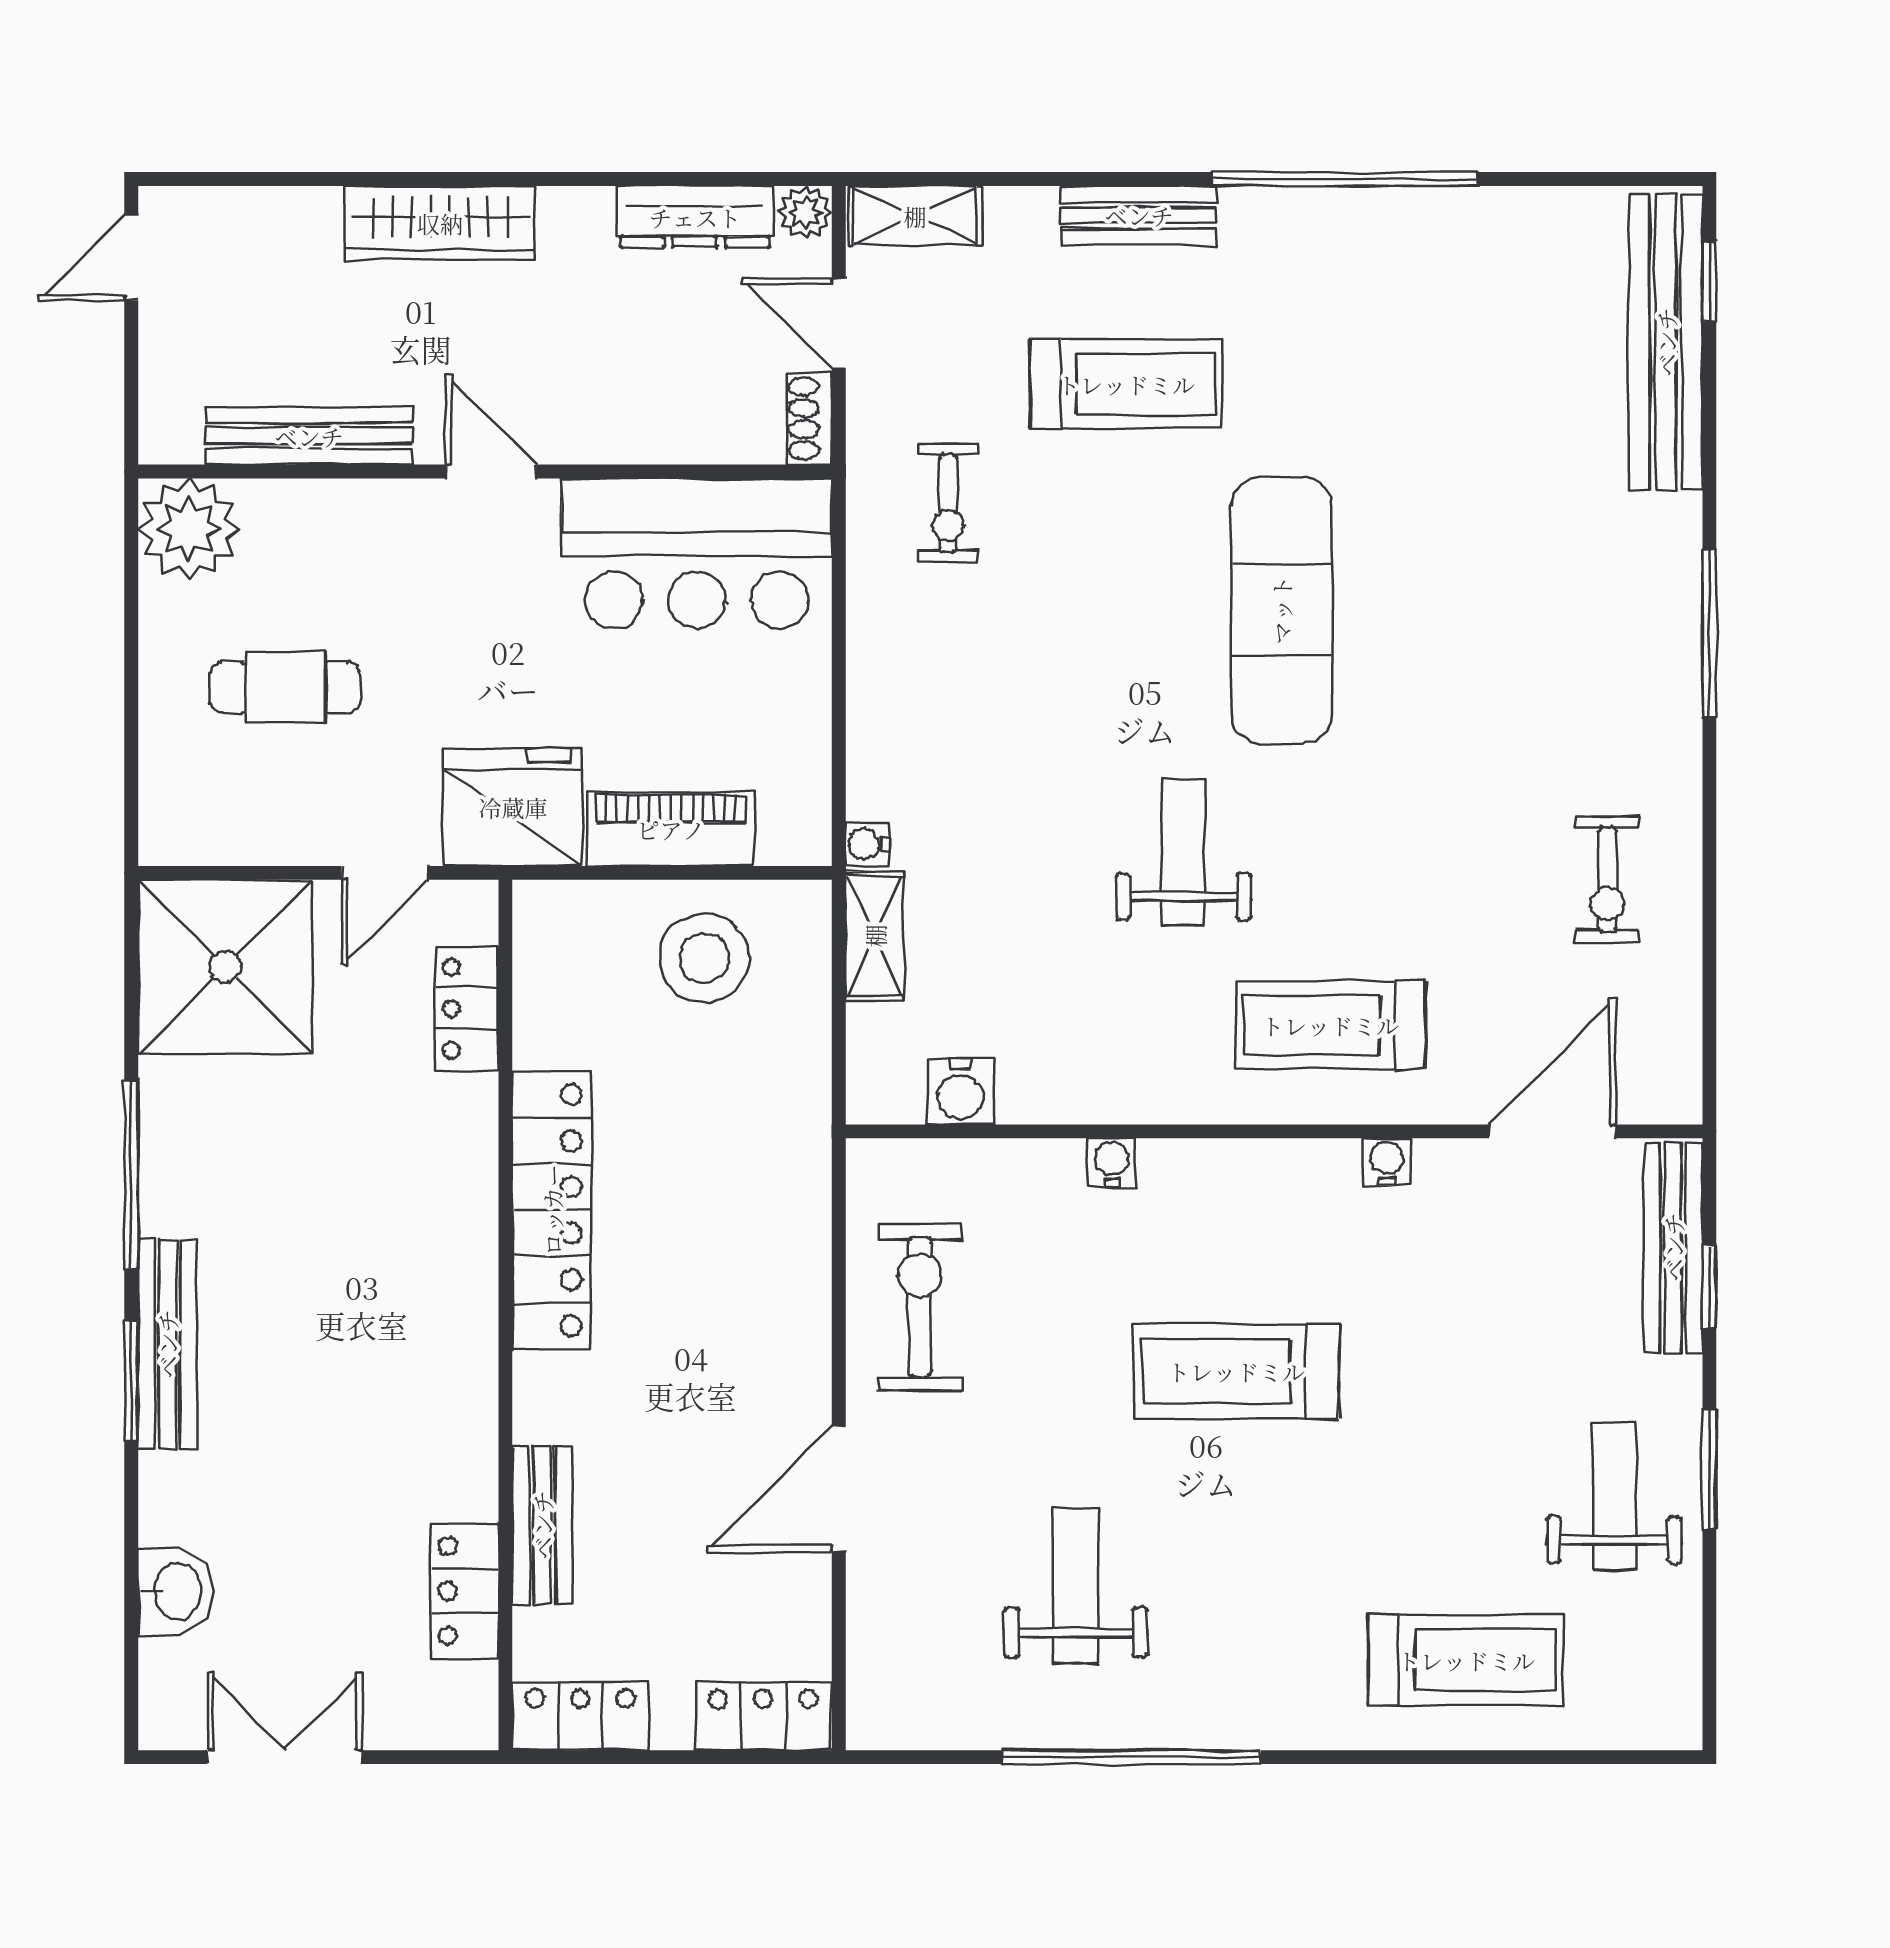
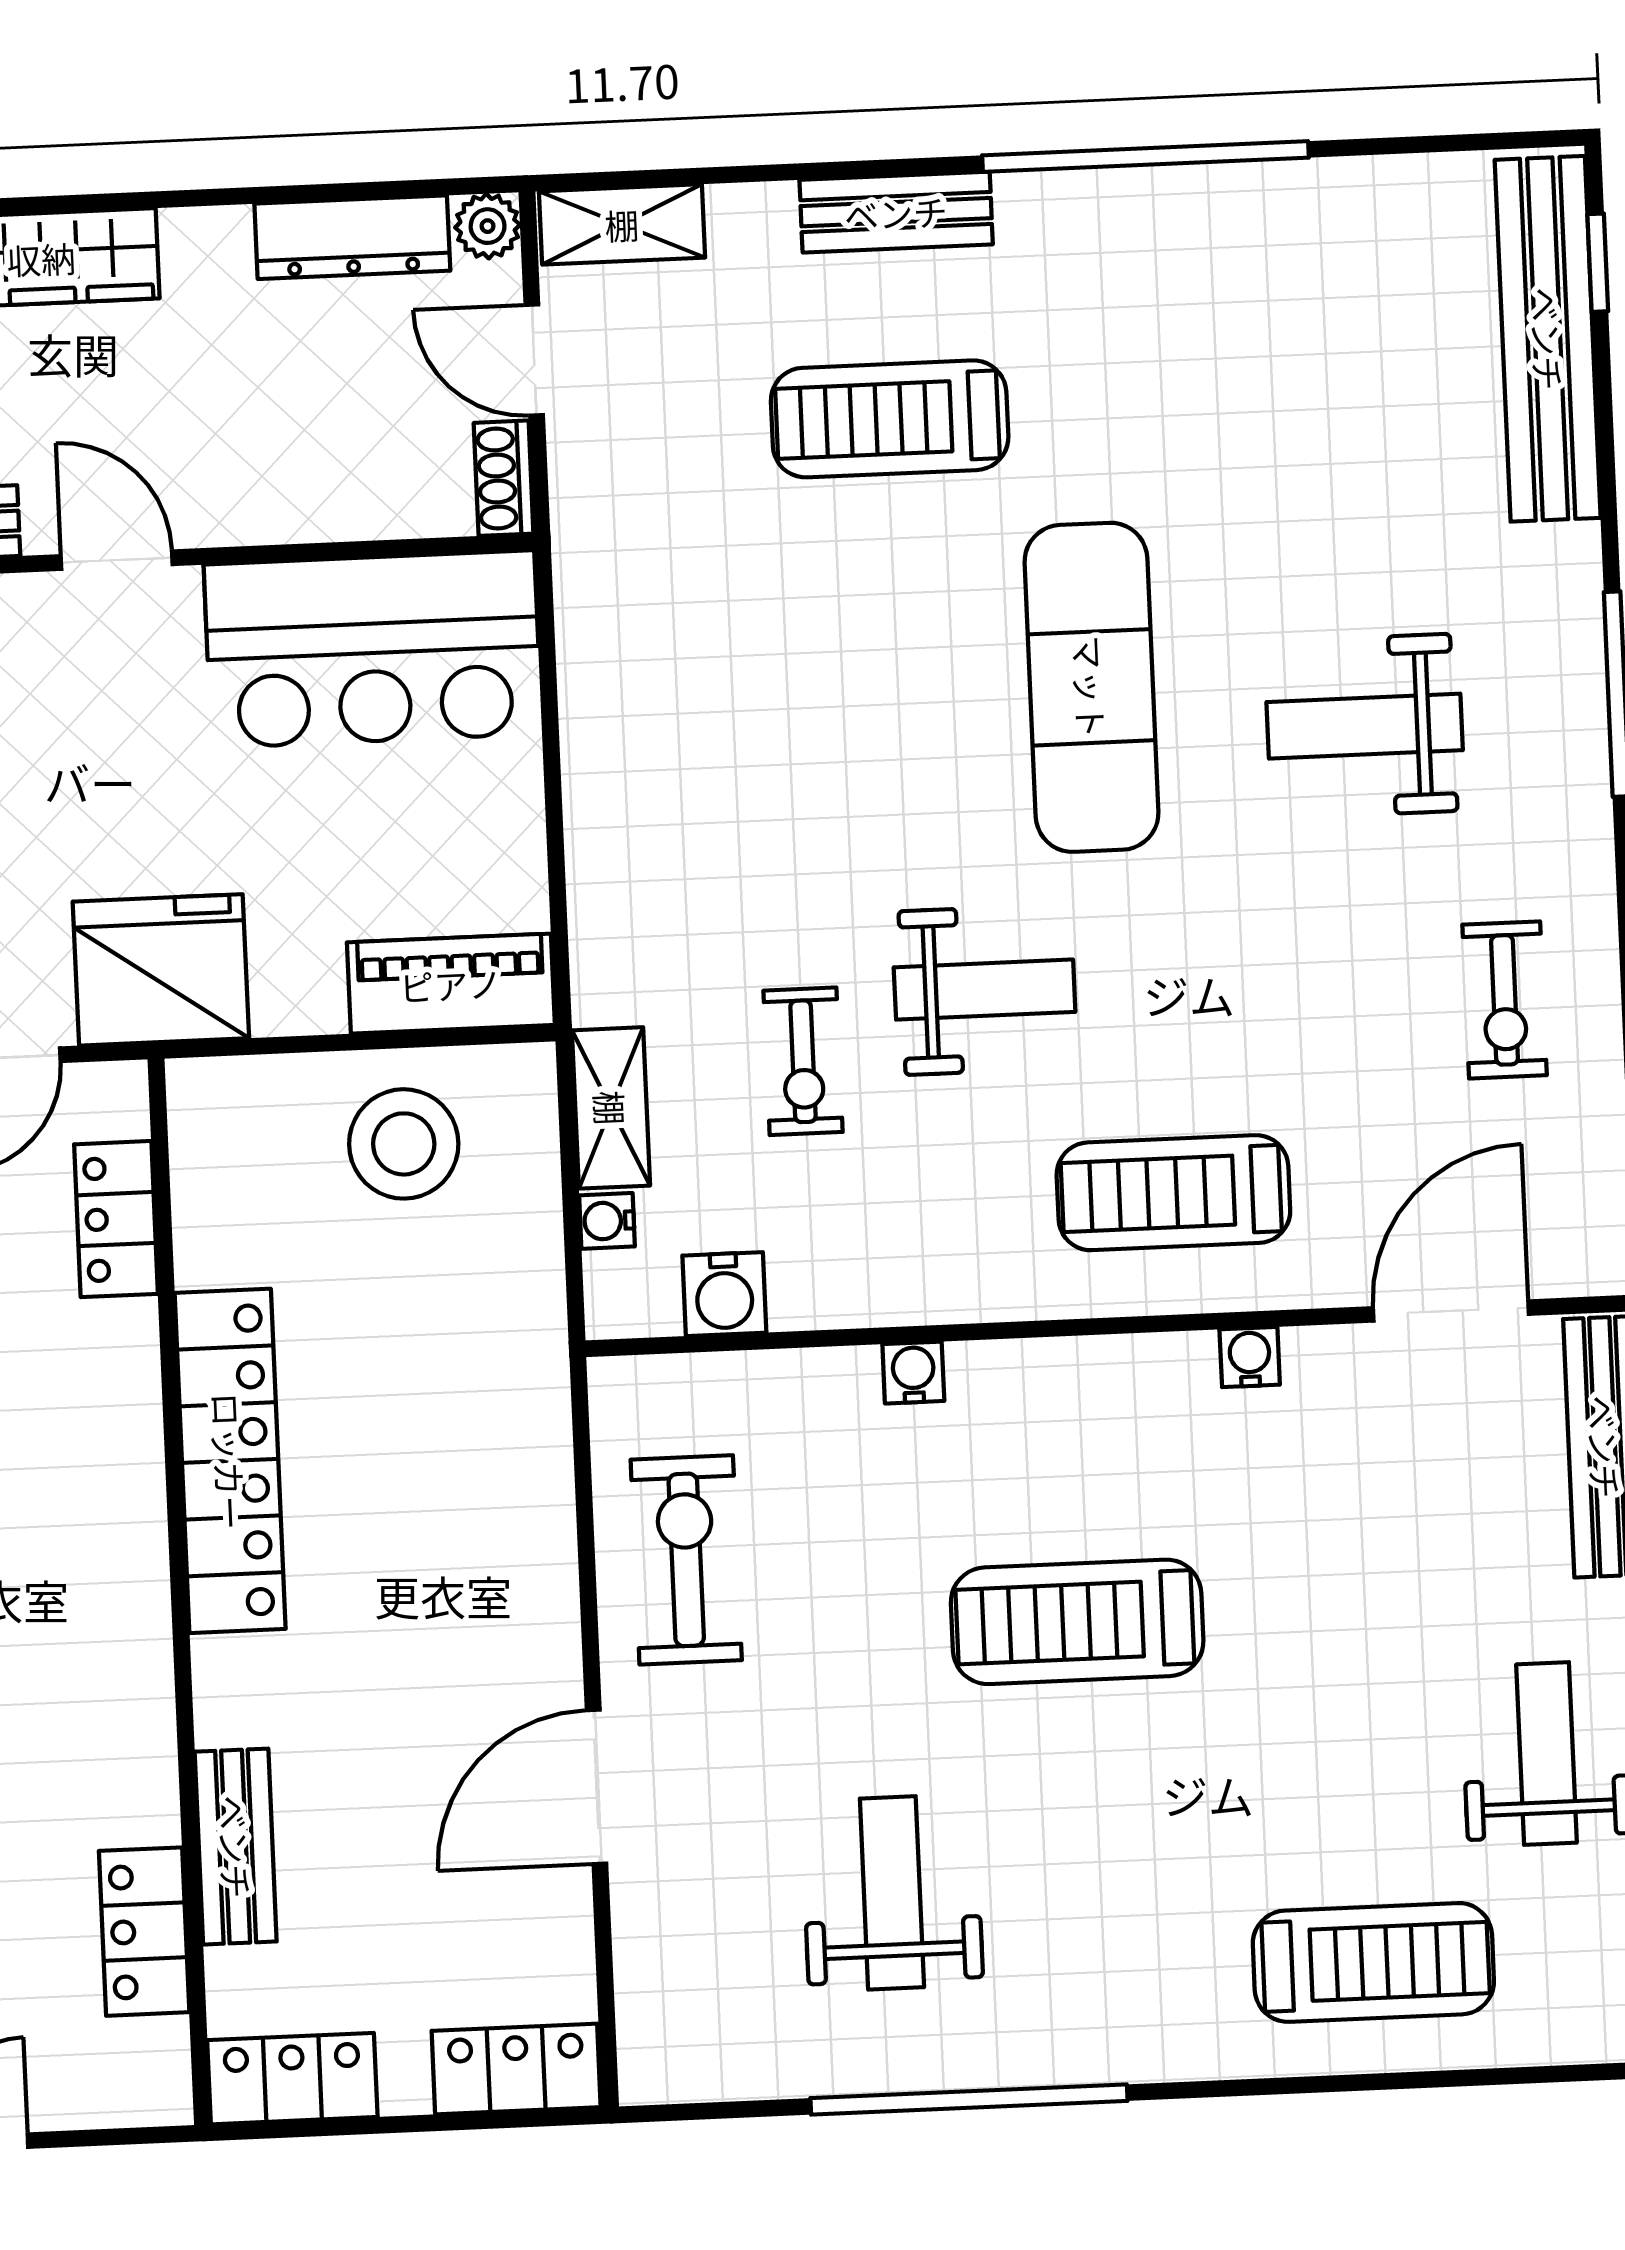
treadmill: (1126, 384) -> (890, 419), turned 180
exercise bike: (948, 503) -> (803, 1061), moved
weight bench: (1503, 651) -> (1365, 726), added
piano: (671, 829) -> (451, 984), moved
water cooler: (867, 844) -> (607, 1221), moved
weight bench: (1183, 853) -> (985, 990), turned 90

